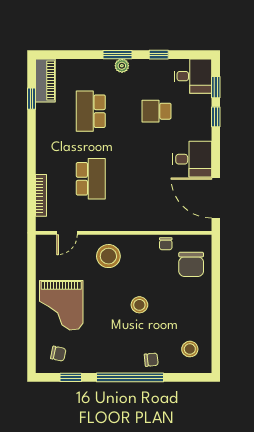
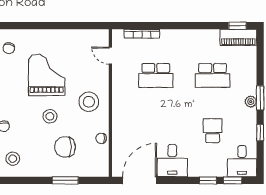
window: (32, 99) -> (237, 26), moved
school desk: (91, 111) -> (213, 75), turned 180
stool: (108, 256) -> (89, 102), moved
chair: (191, 264) -> (65, 147), moved
window: (216, 287) -> (65, 180), added
grand piano: (61, 305) -> (47, 75), moved, turned 90

